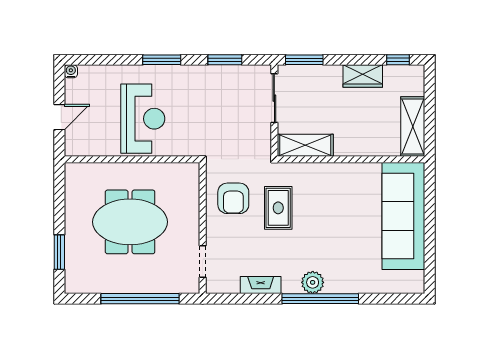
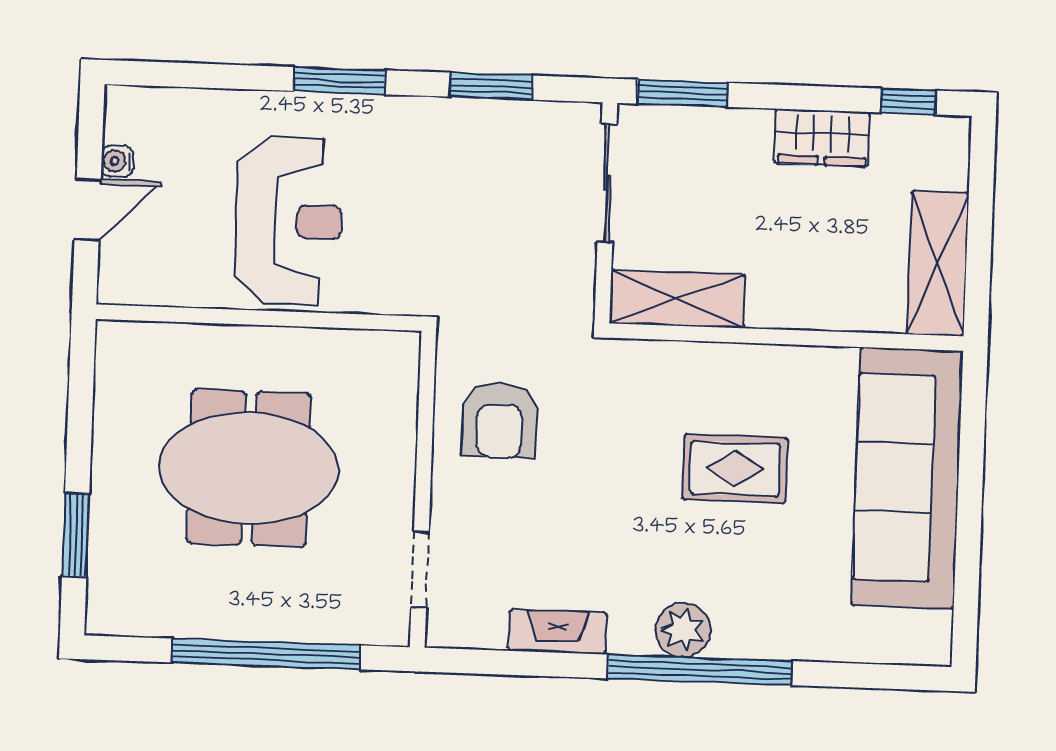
water cooler: (71, 71) -> (117, 161), moved, turned -90
rug: (278, 208) -> (735, 469), moved, turned 90

